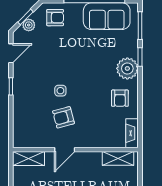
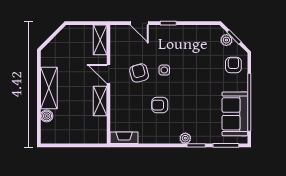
armchair: (55, 18) -> (233, 65), turned 180
door: (11, 53) -> (139, 23), moved
plant: (127, 68) -> (185, 138), width x0.53, depth x0.53
armchair: (120, 98) -> (160, 105), moved
shelving: (118, 158) -> (100, 101), moved

